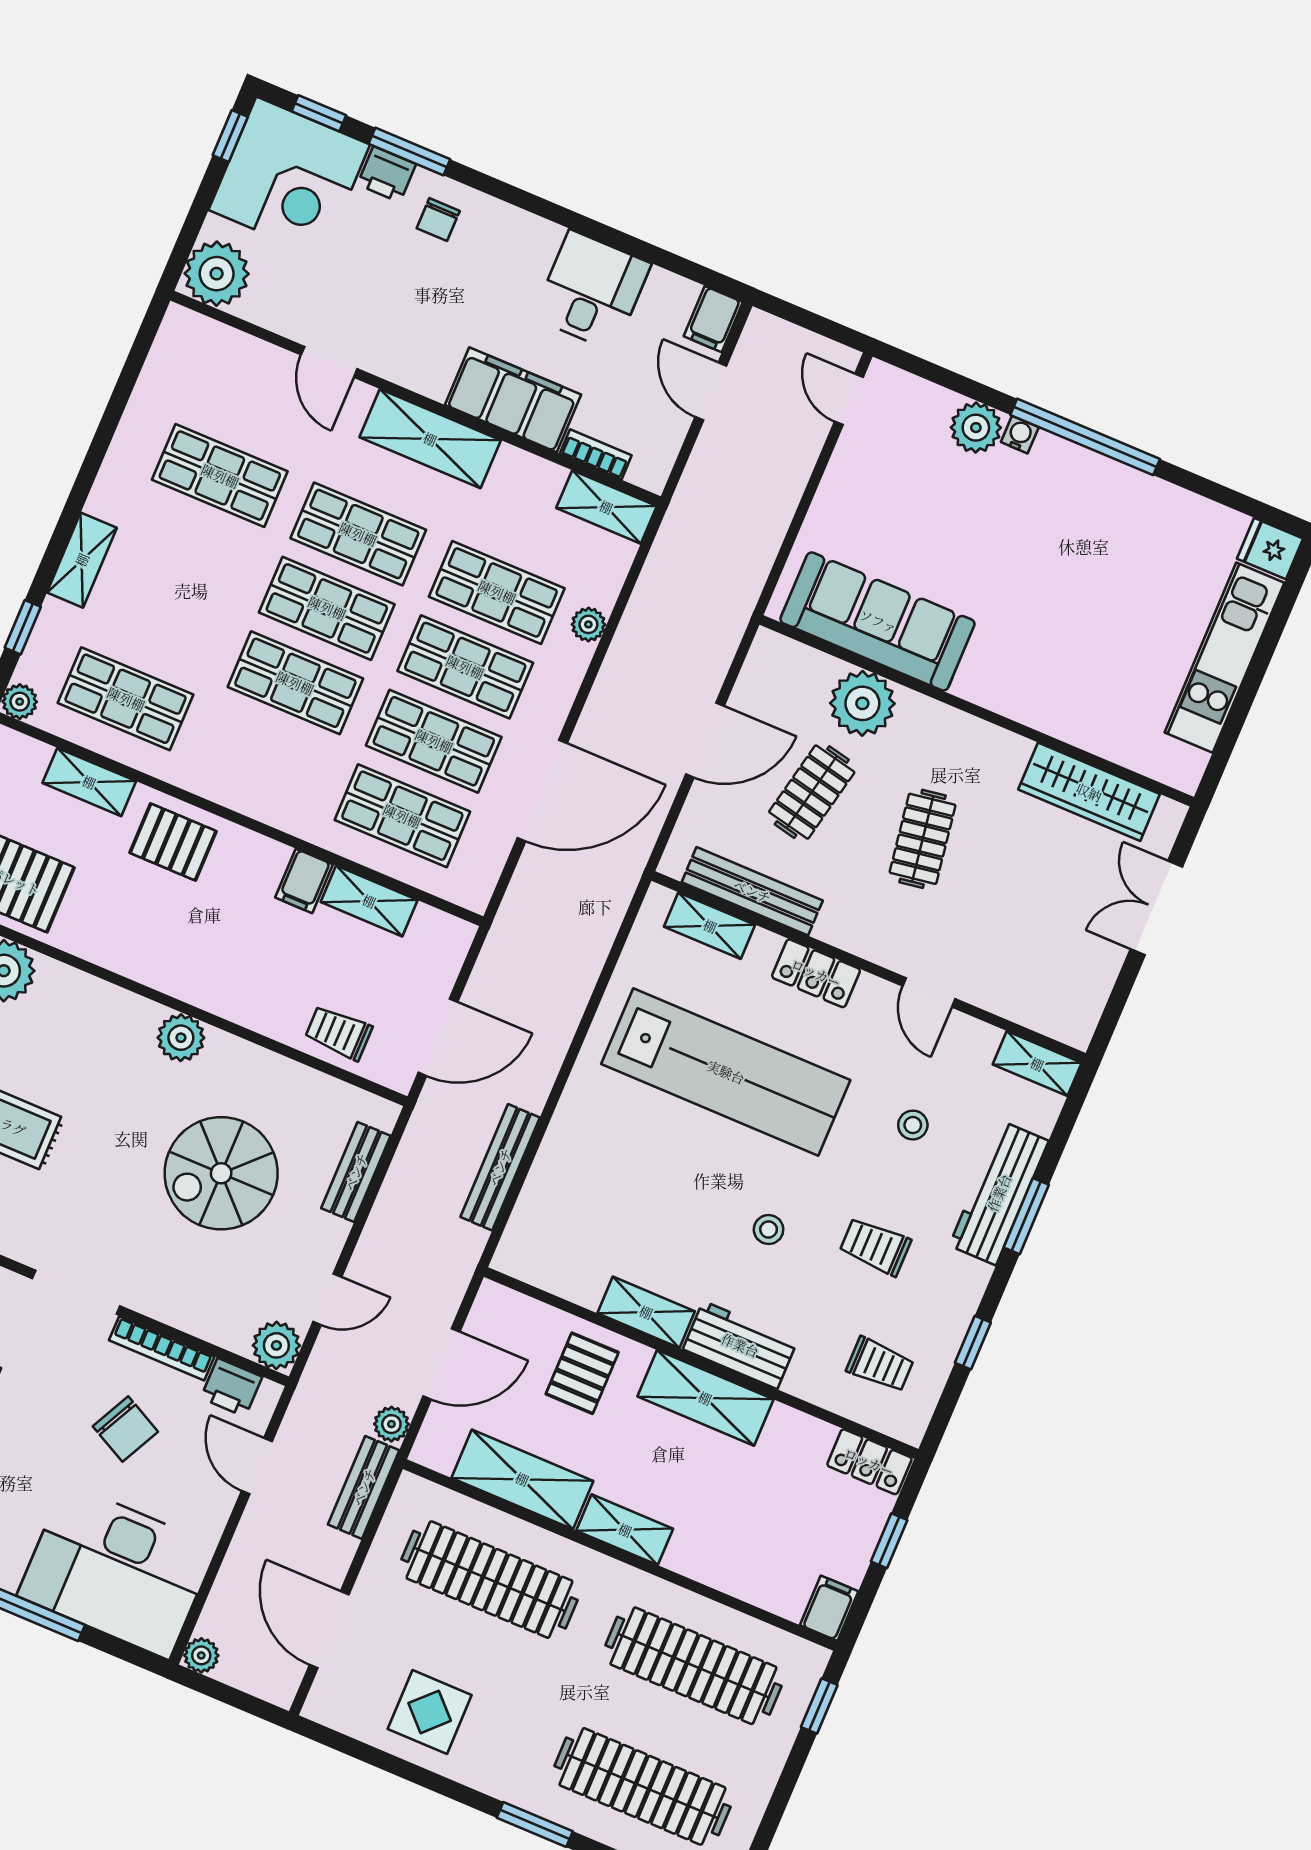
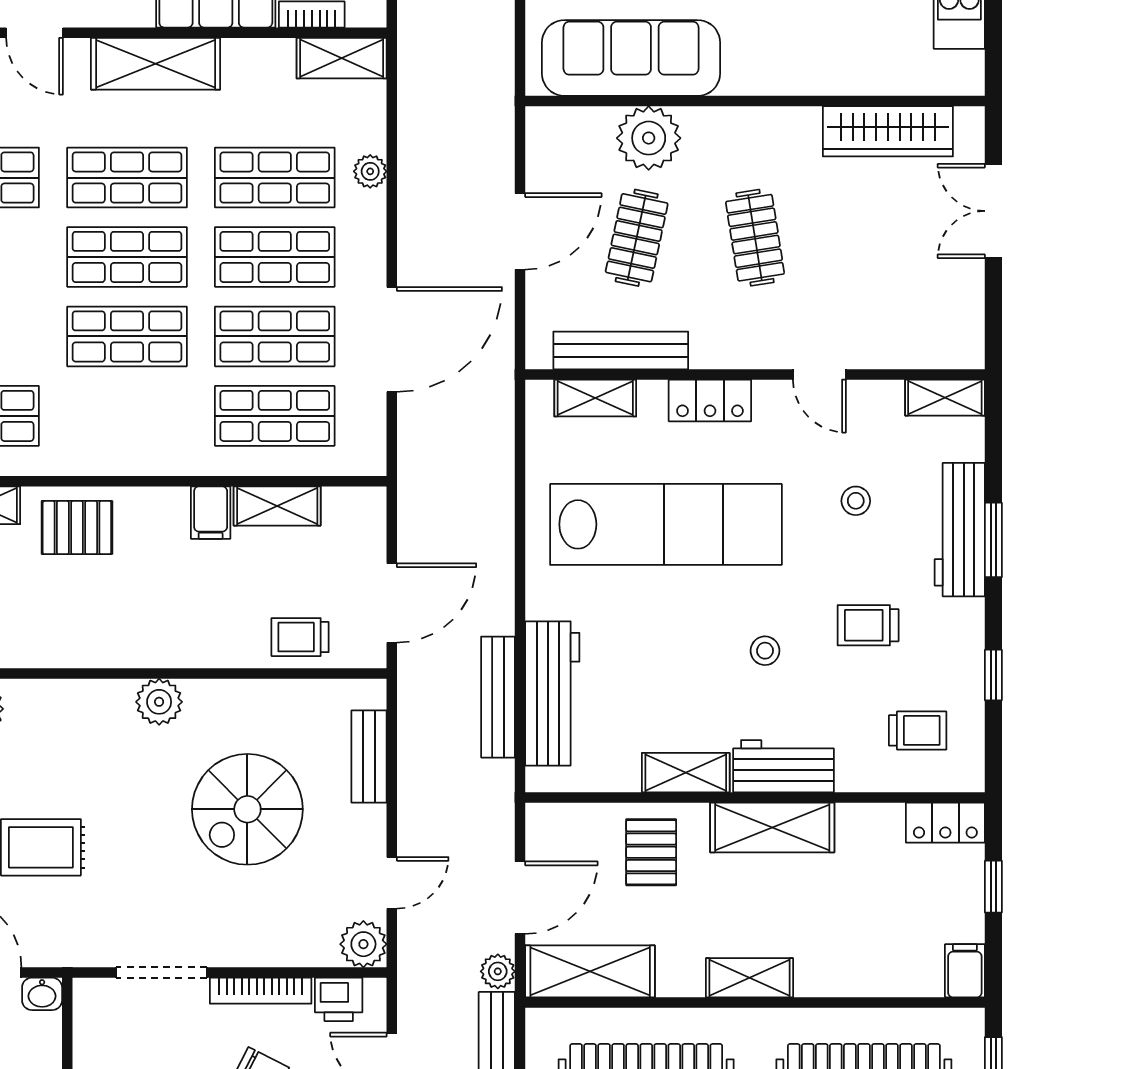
workbench: (552, 1185) -> (552, 693), added
shelving: (522, 1479) -> (590, 971), moved

